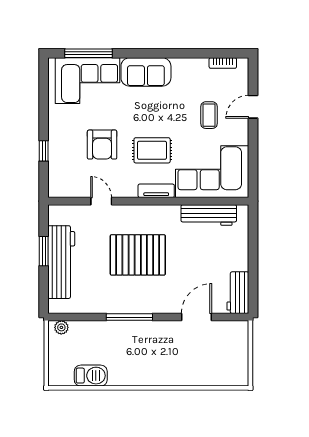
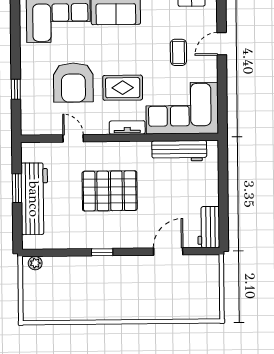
armchair: (102, 145) -> (73, 83), width x1.36, depth x1.36
window: (129, 317) -> (102, 252), width x0.46
barbecue: (91, 376) -> (65, 310), removed

